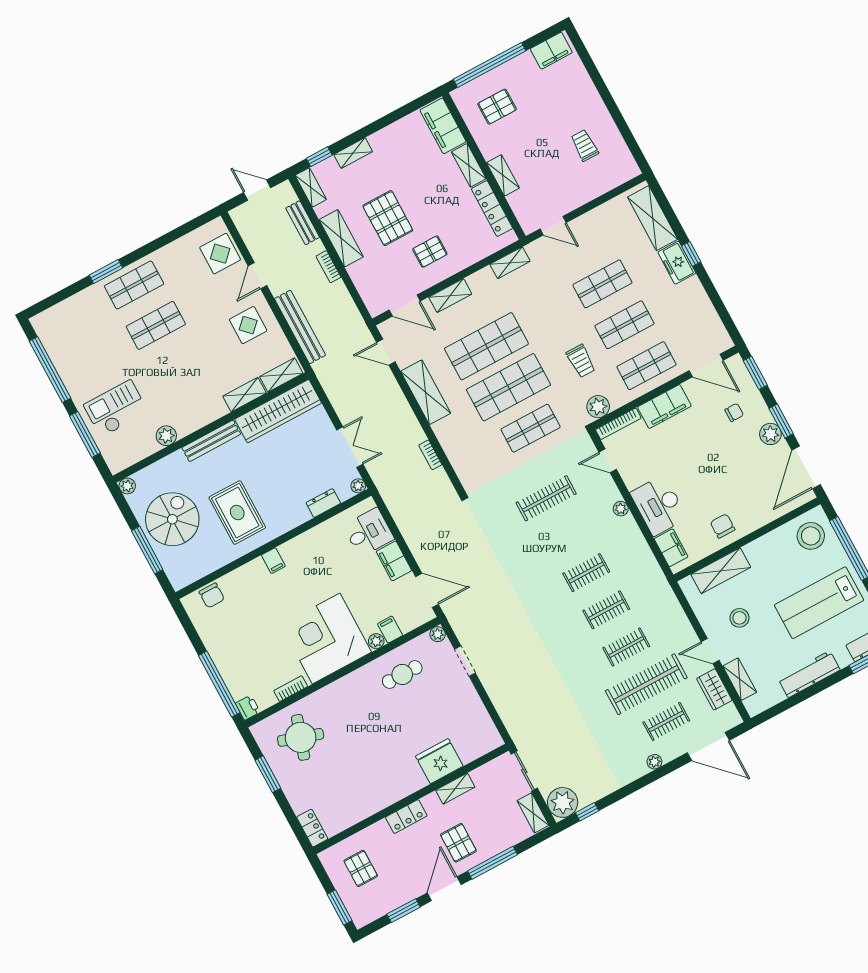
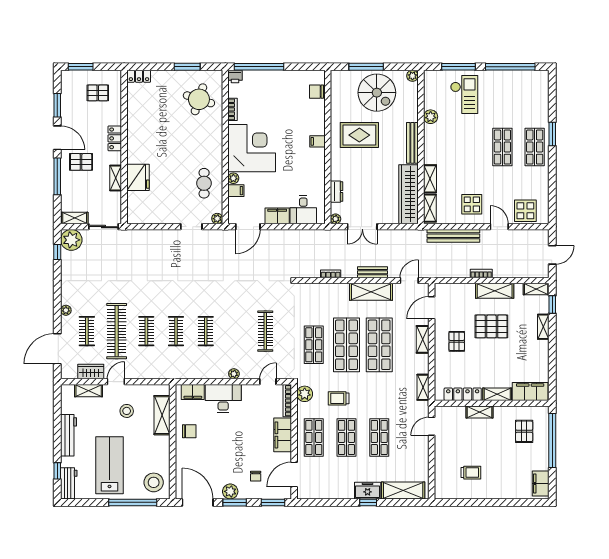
bench: (303, 223) -> (372, 272), moved

